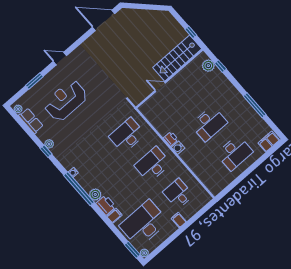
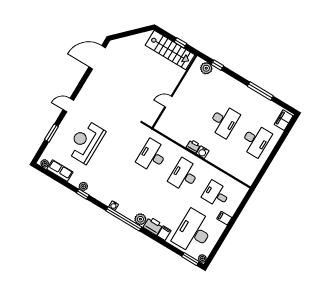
stairs: (177, 58) -> (170, 50), moved, turned -90

